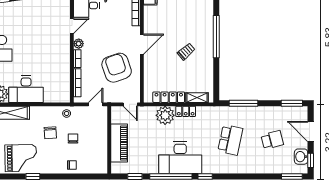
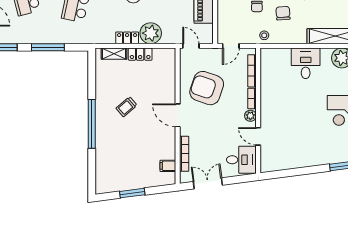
door: (72, 26) -> (258, 136), hinge flipped
door: (142, 44) -> (178, 115), hinge flipped
armchair: (117, 68) -> (207, 88), turned 128
desk: (26, 89) -> (306, 63), width x0.73
locker: (169, 97) -> (140, 54), width x0.66
window: (244, 103) -> (48, 47), moved

